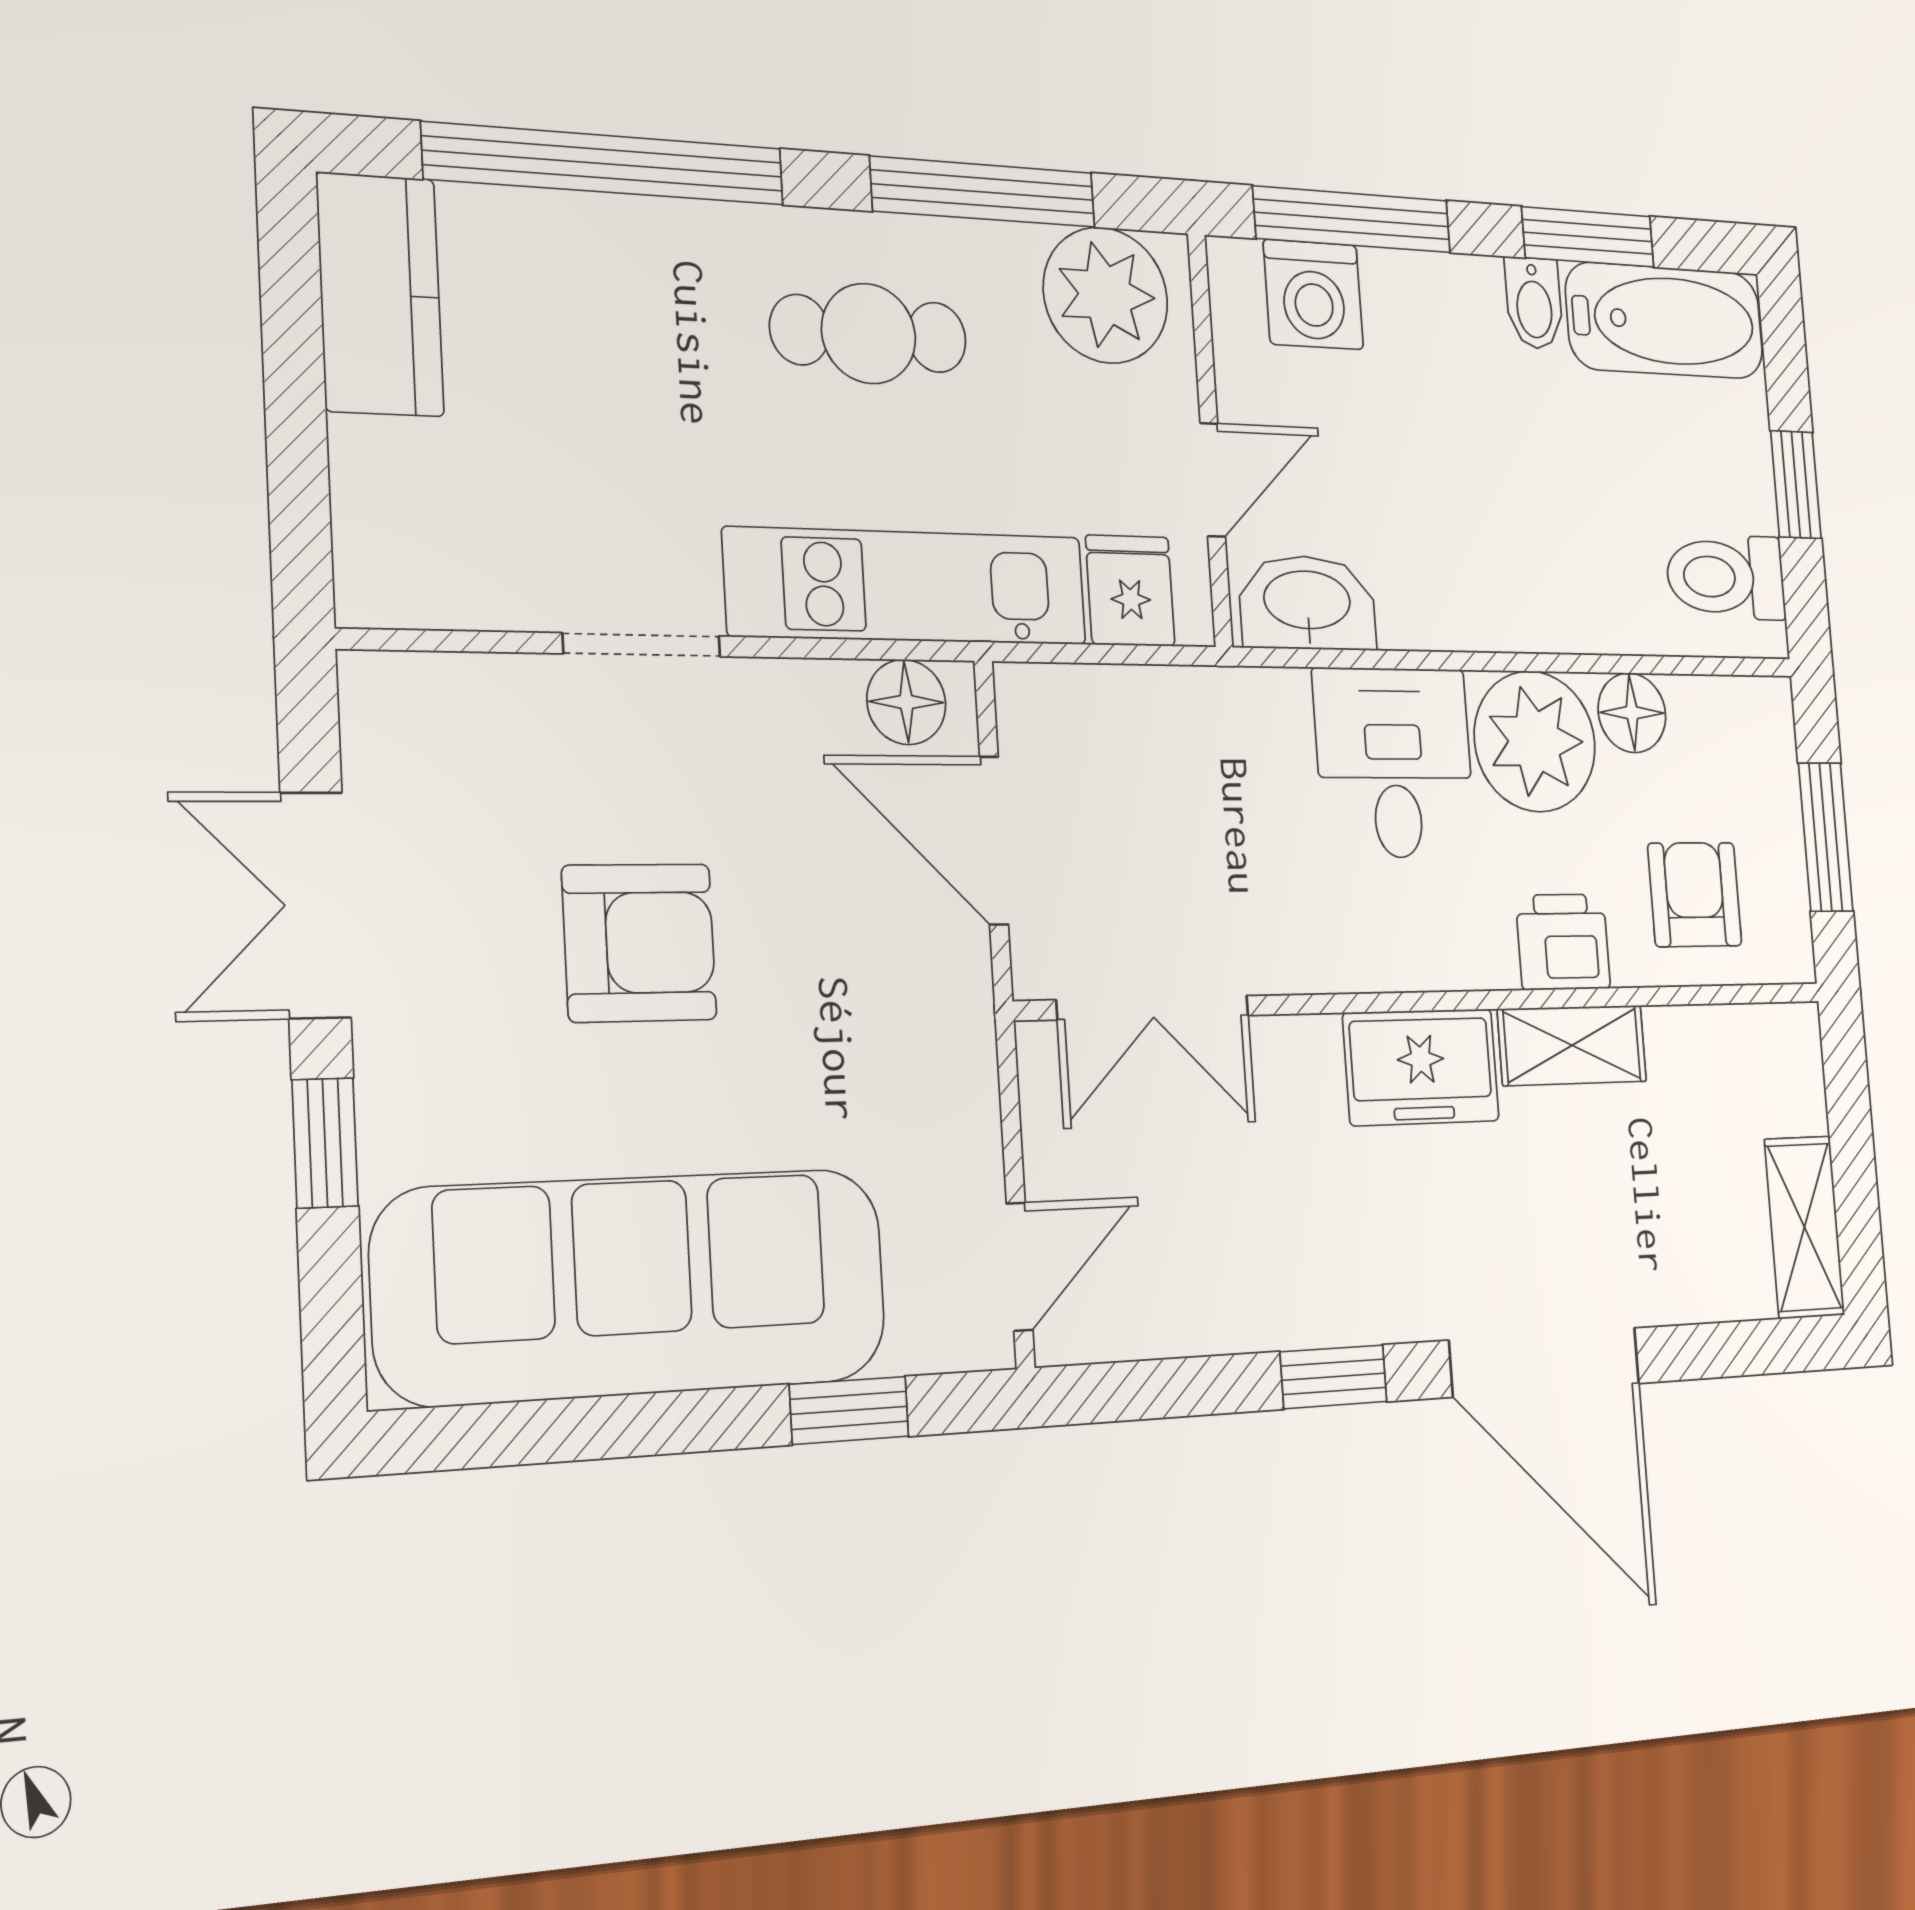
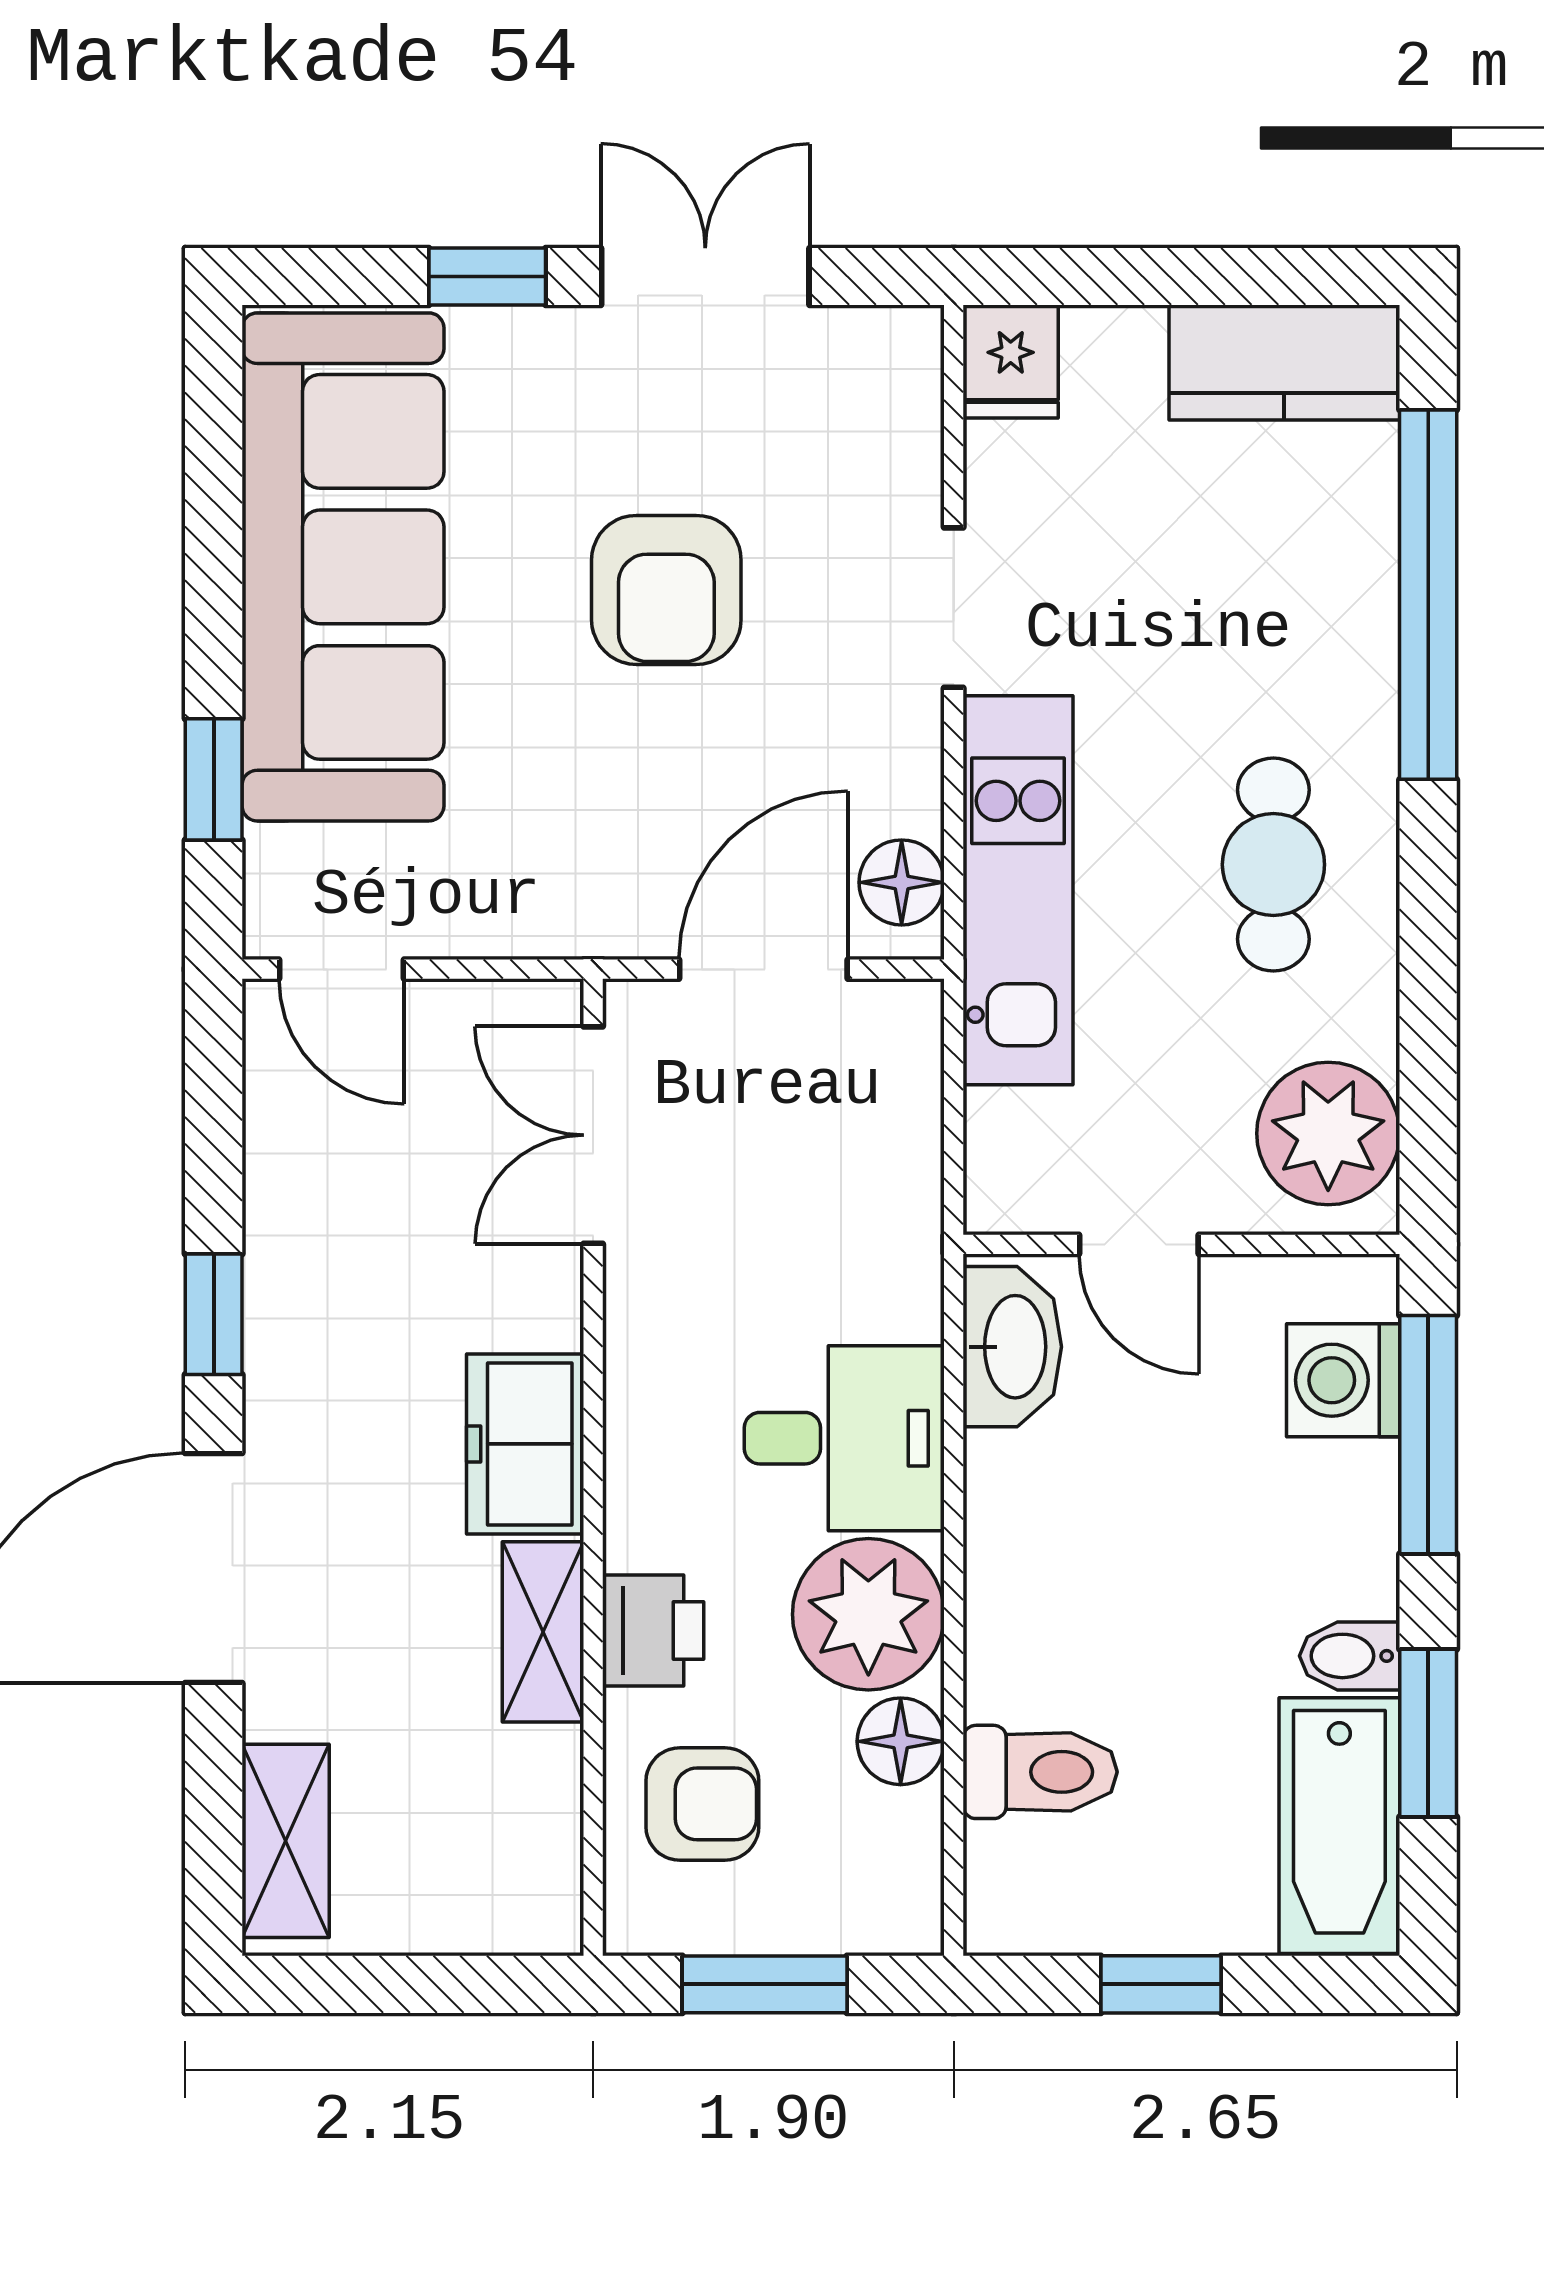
window: (983, 192) -> (1428, 1001), removed
toilet: (1726, 577) -> (1040, 1772), moved, turned 90
fridge: (1130, 591) -> (1011, 362), moved, turned 90
shelving: (1805, 1227) -> (286, 1841), moved, turned 90

